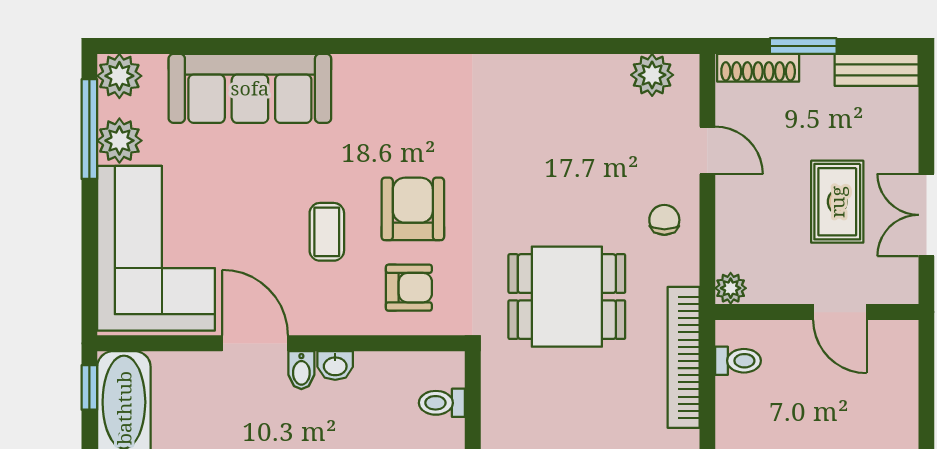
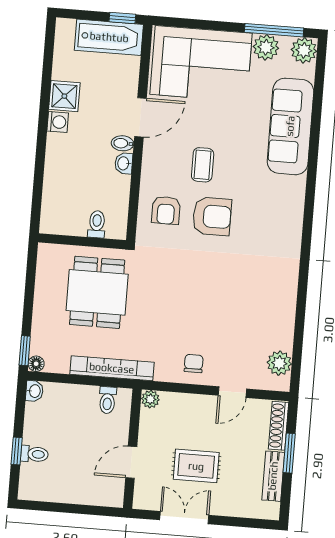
bench: (877, 70) -> (273, 476), moved
chair: (664, 220) -> (194, 363), turned -90
coffee table: (327, 232) -> (203, 165), turned 90
dining table: (567, 297) -> (97, 292), moved

